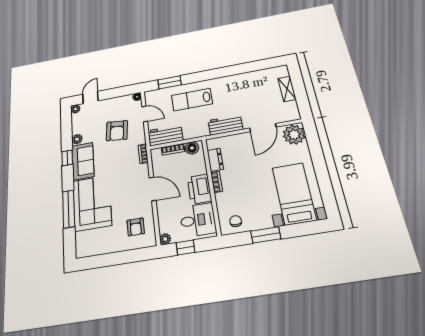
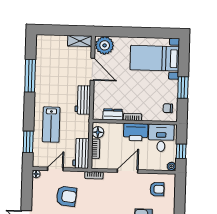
window: (240, 69) -> (30, 76), added
shelving: (287, 89) -> (80, 41), moved

